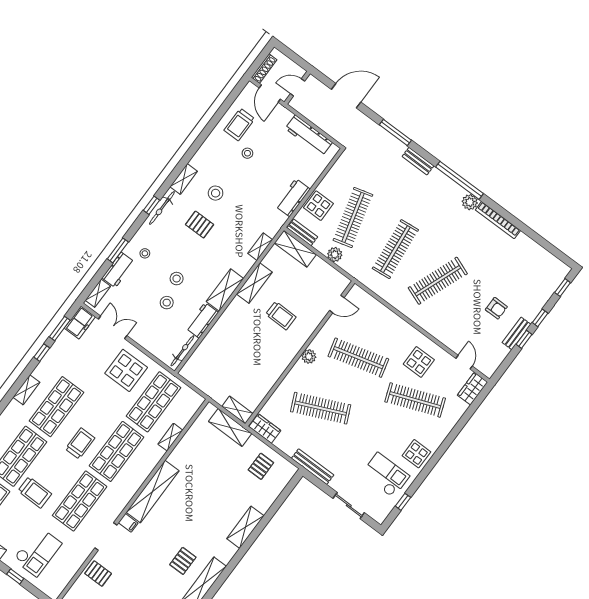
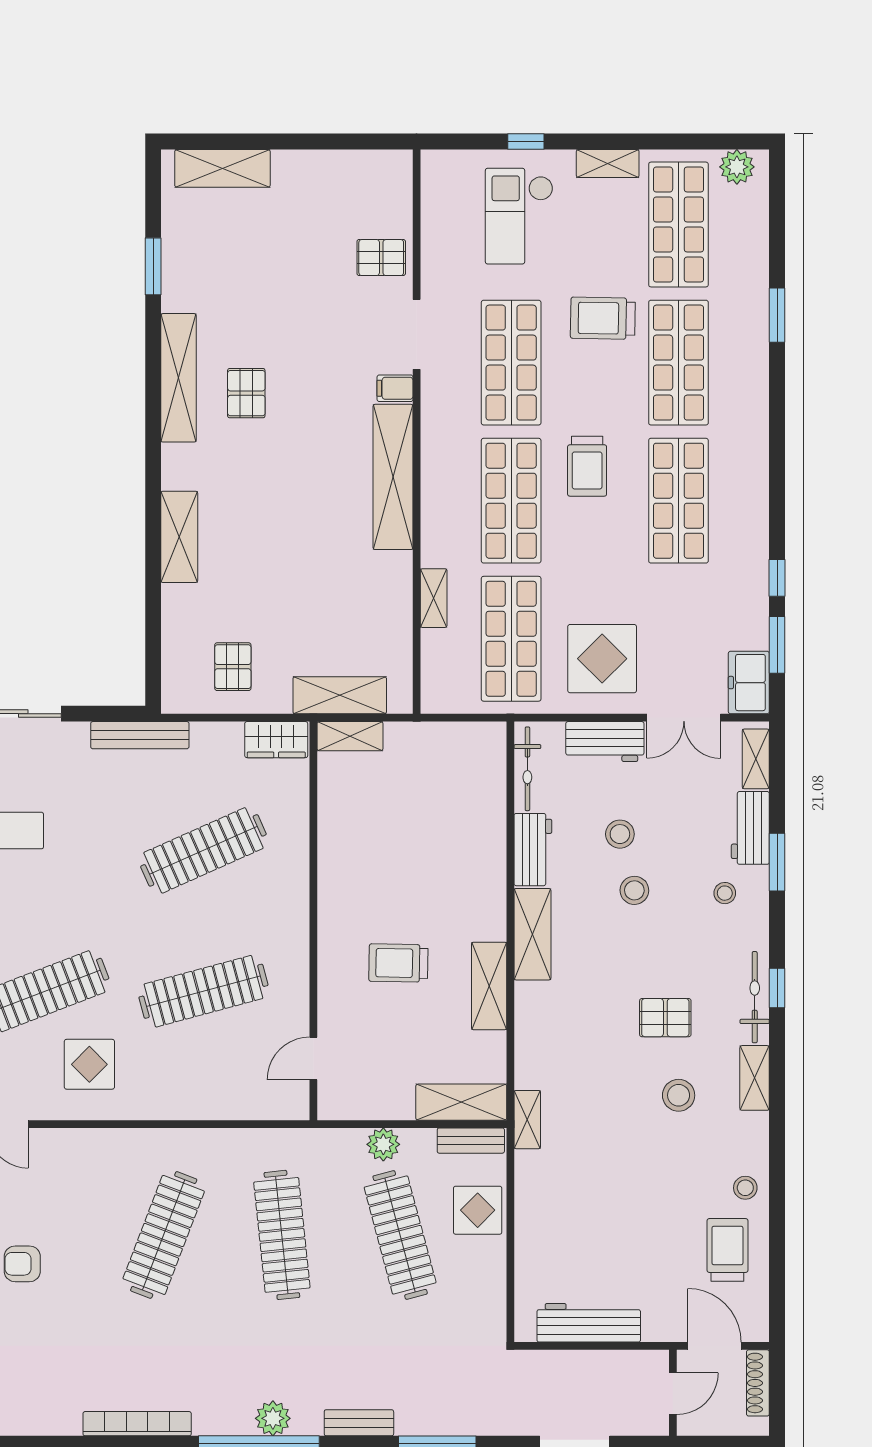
stool: (247, 153) -> (745, 1188), moved
workbench: (293, 198) -> (605, 742), moved, turned 90
plant: (470, 202) -> (273, 1418), moved
shelving: (260, 247) -> (527, 1120), moved
plant: (309, 356) -> (294, 927), removed
shelving: (26, 390) -> (755, 491), removed

